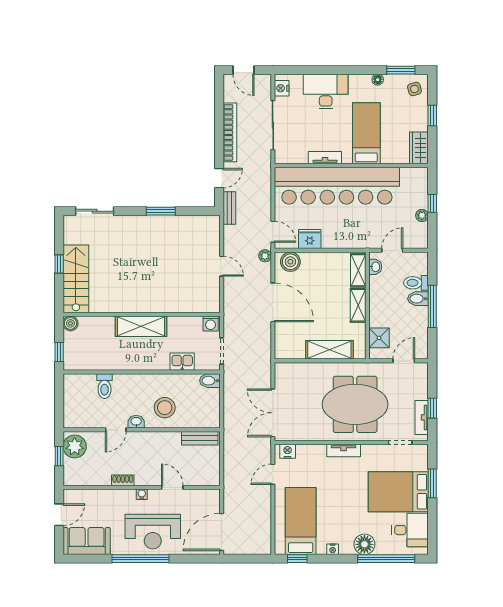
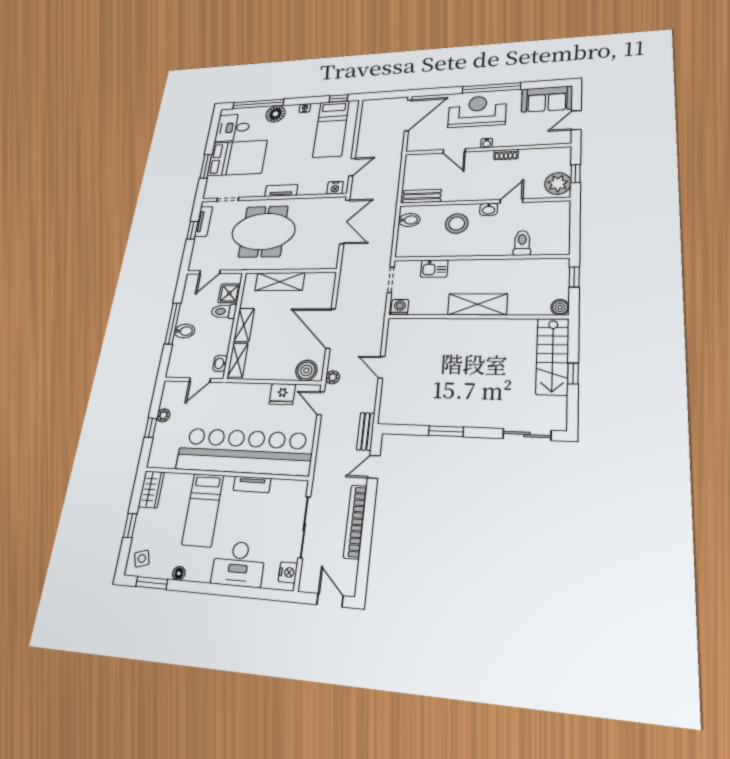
toilet: (416, 283) -> (224, 311), moved, turned 180
bidet: (210, 381) -> (409, 220), moved

